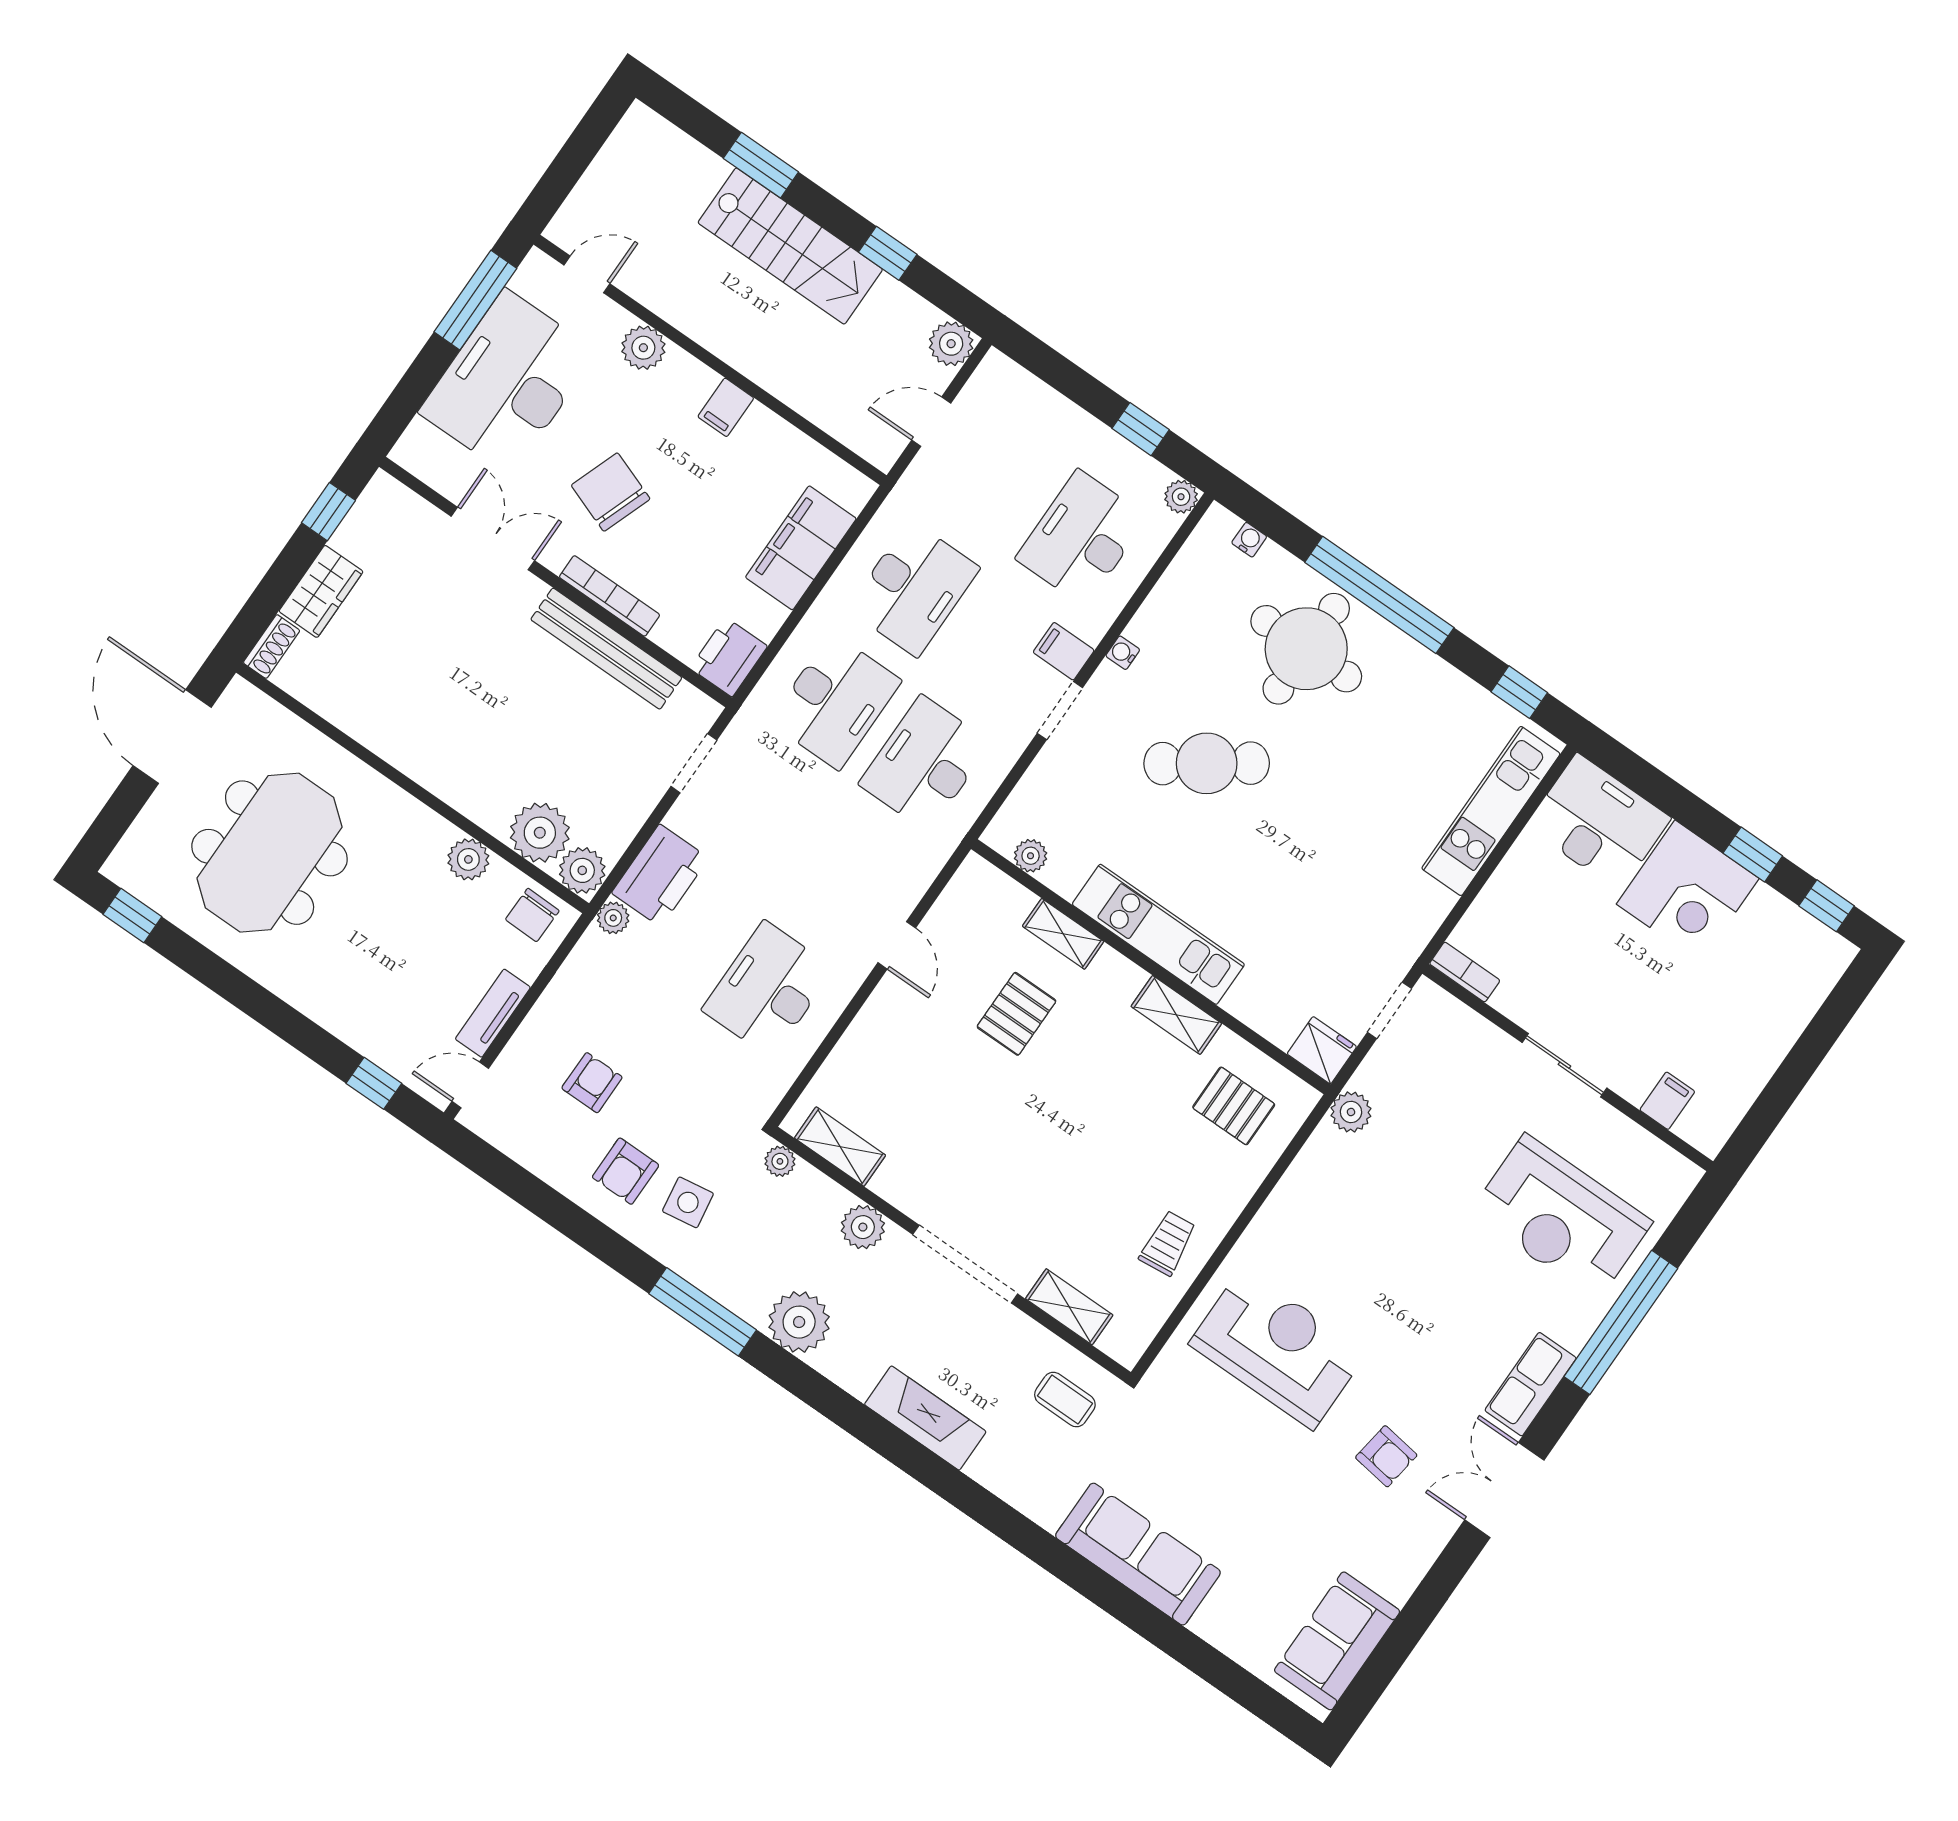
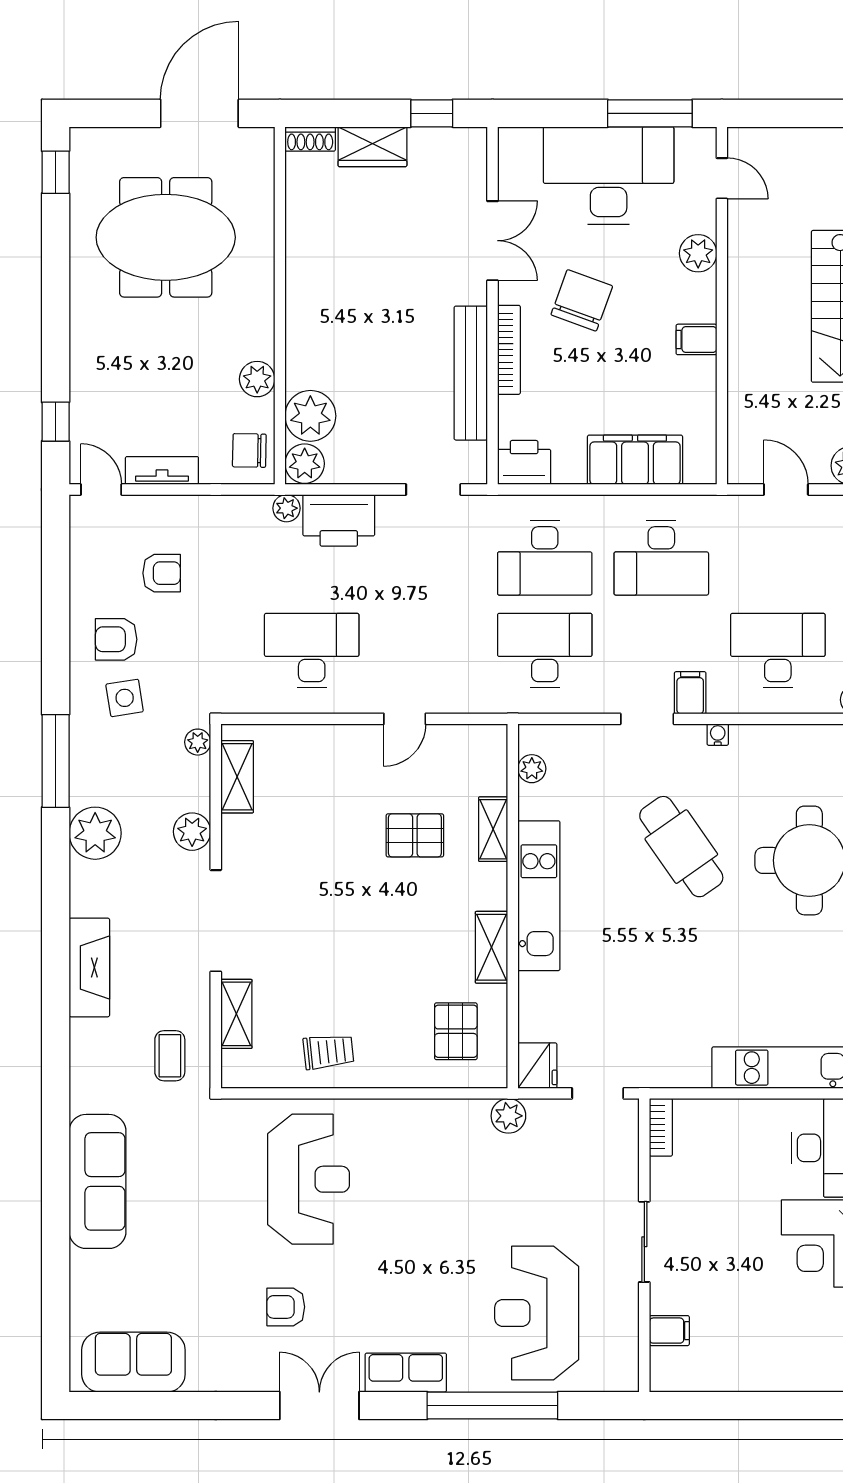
armchair: (1386, 1456) -> (286, 1307), turned 82

